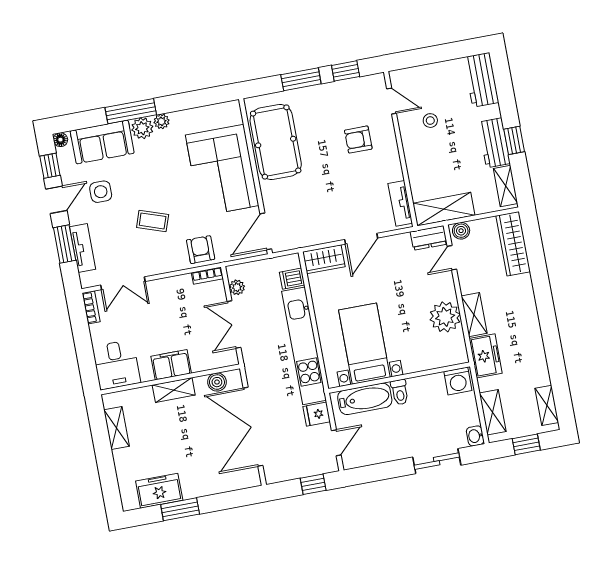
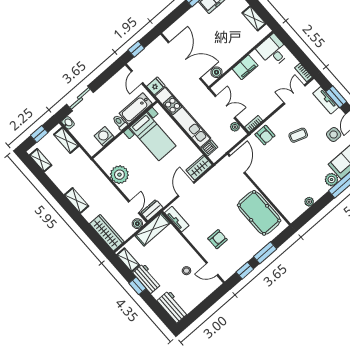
plant: (162, 121) -> (309, 202), moved
corner sofa: (222, 170) -> (278, 182), removed
shelving: (474, 315) -> (76, 200), moved
freezer: (486, 356) -> (87, 167), removed
washing machine: (458, 381) -> (104, 136), moved
shelving: (174, 390) -> (236, 55), removed

